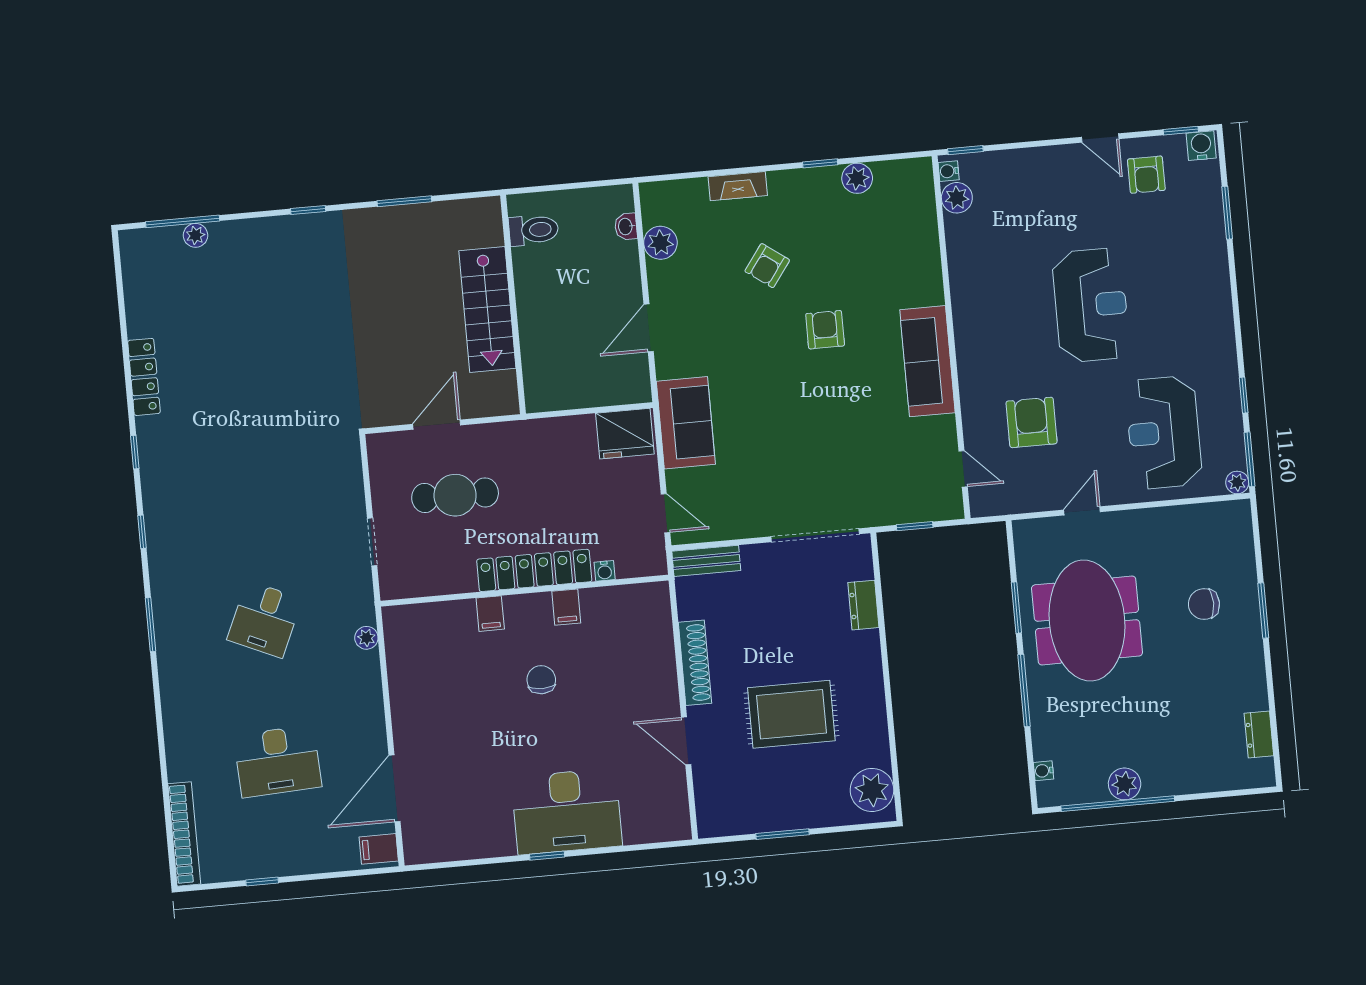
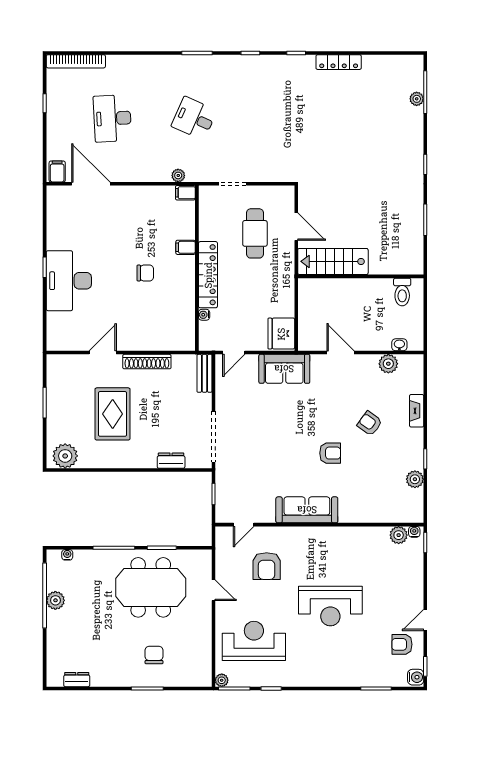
stairs: (487, 310) -> (333, 261), moved
armchair: (1032, 422) -> (267, 566), turned 90
filing cabinet: (566, 607) -> (185, 193), moved

